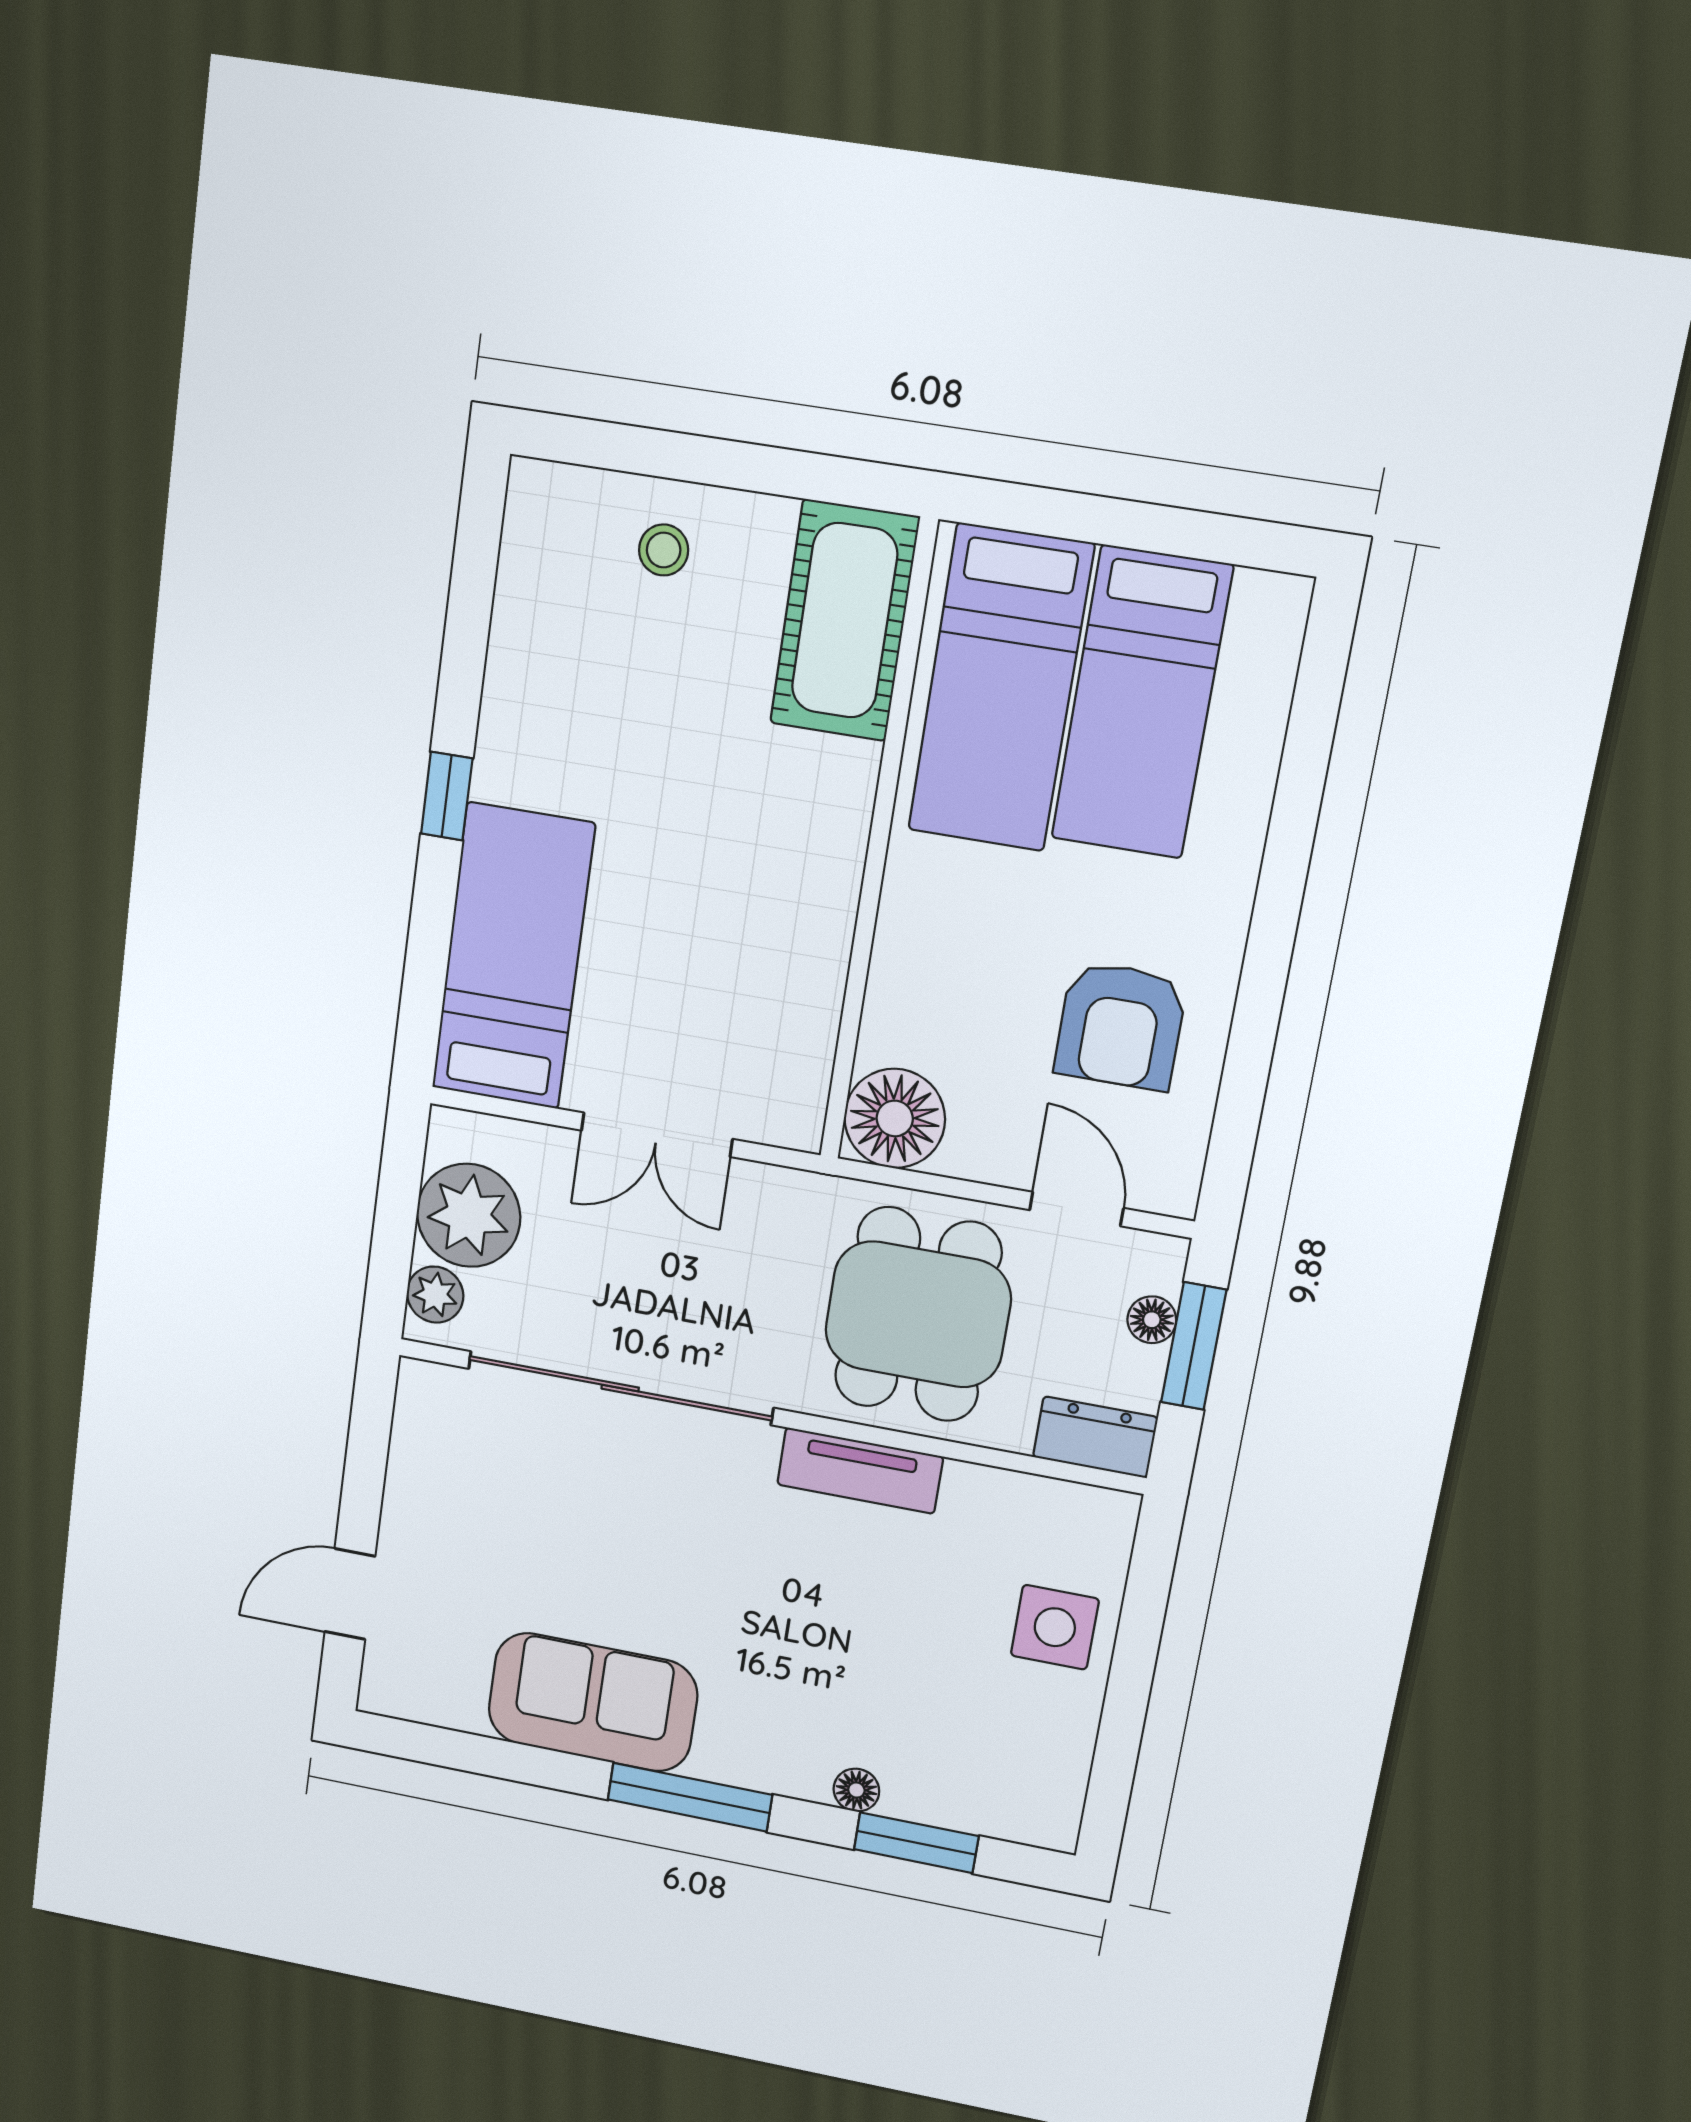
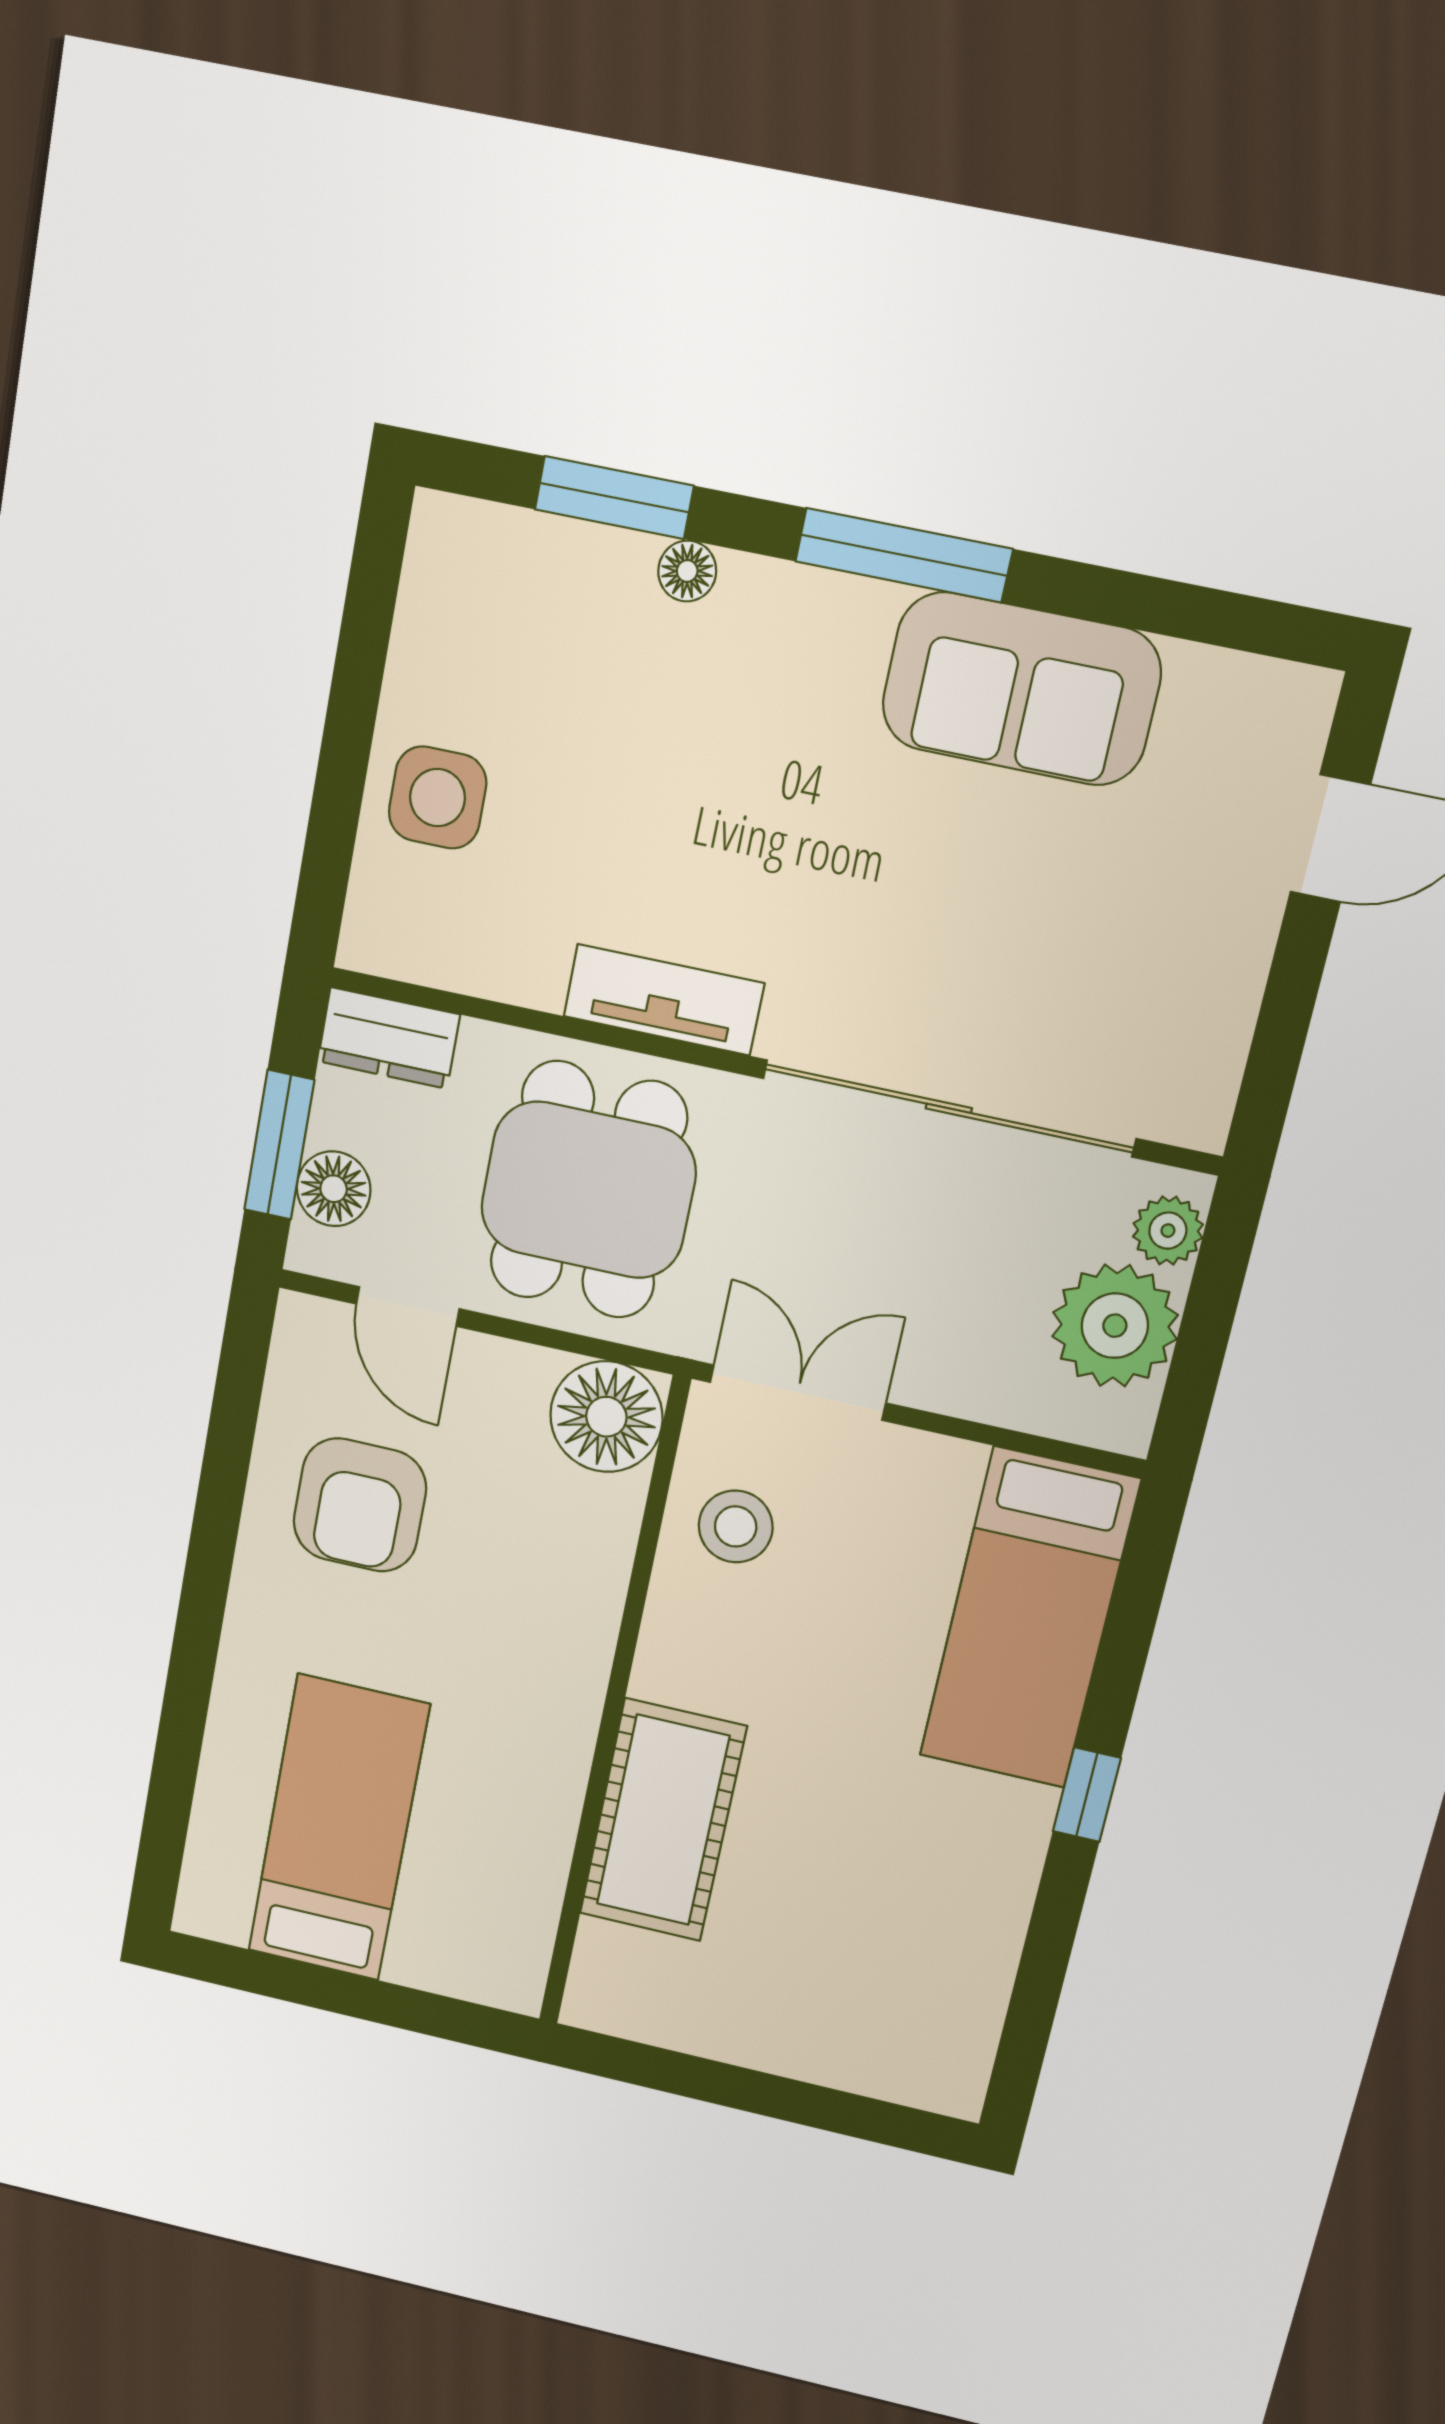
stool: (664, 550) -> (736, 1526), moved, width x1.37, depth x1.37
cot: (845, 621) -> (663, 1820), moved
bed: (1001, 688) -> (480, 1854), removed
armchair: (1120, 1026) -> (360, 1505), turned 180
double door: (657, 1135) -> (798, 1393), moved
floor lamp: (1152, 1320) -> (334, 1189), width x1.37, depth x1.37

